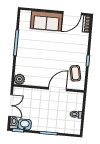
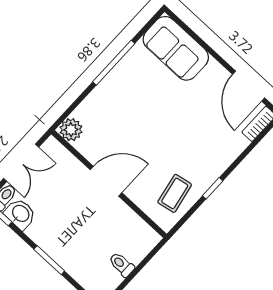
door: (72, 13) -> (249, 86), hinge flipped
sofa: (46, 21) -> (176, 48), moved
door: (57, 89) -> (106, 181), moved

